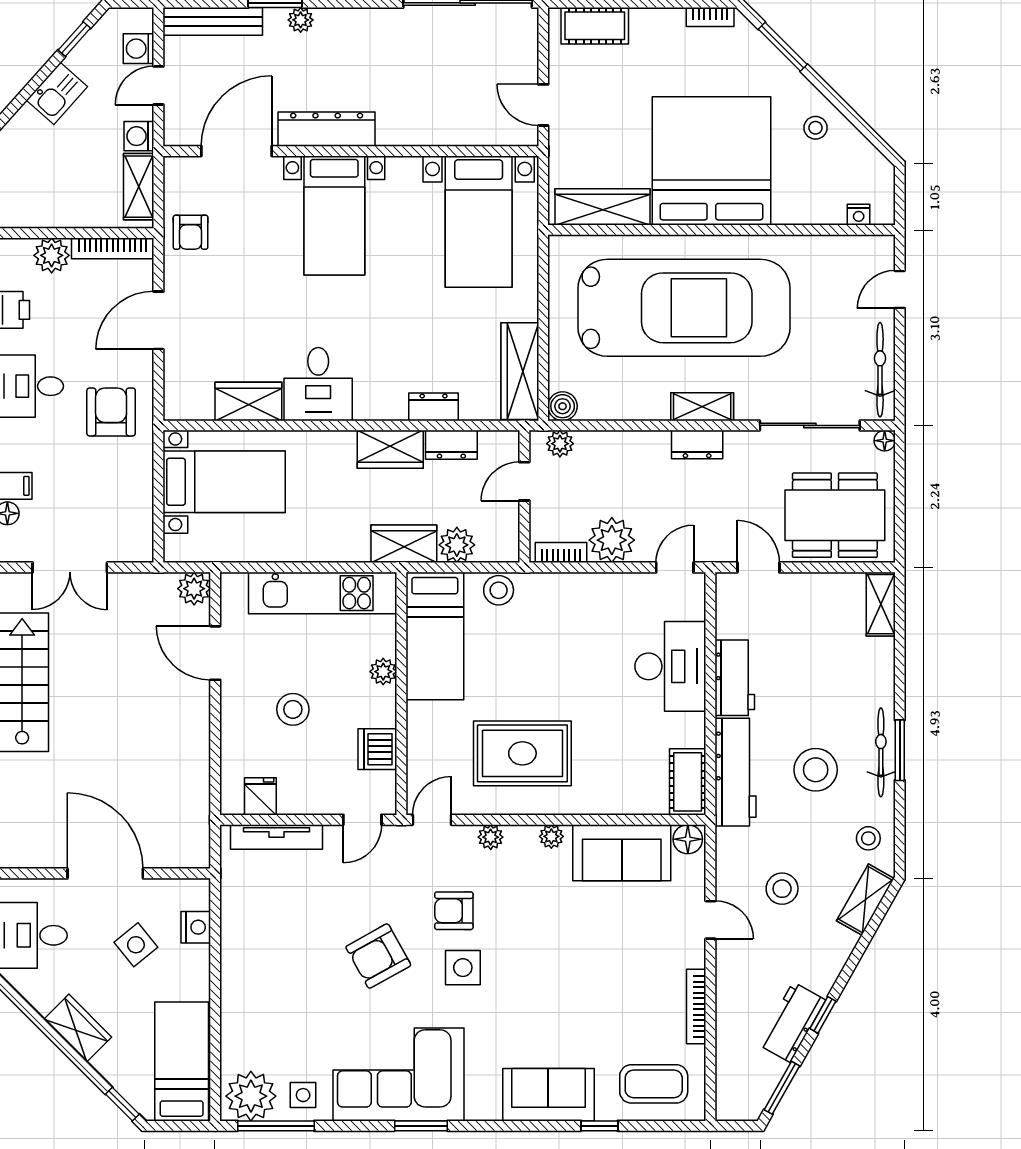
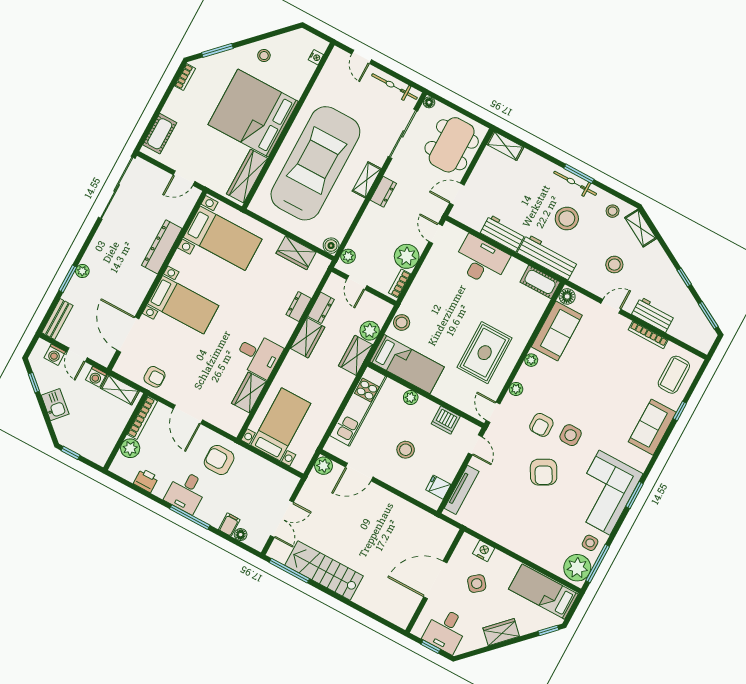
bench: (213, 21) -> (57, 319), width x0.73
dresser: (327, 129) -> (162, 247), moved
wardrobe: (520, 371) -> (296, 253), width x0.67
workbench: (792, 1022) -> (653, 315), moved, turned 151

